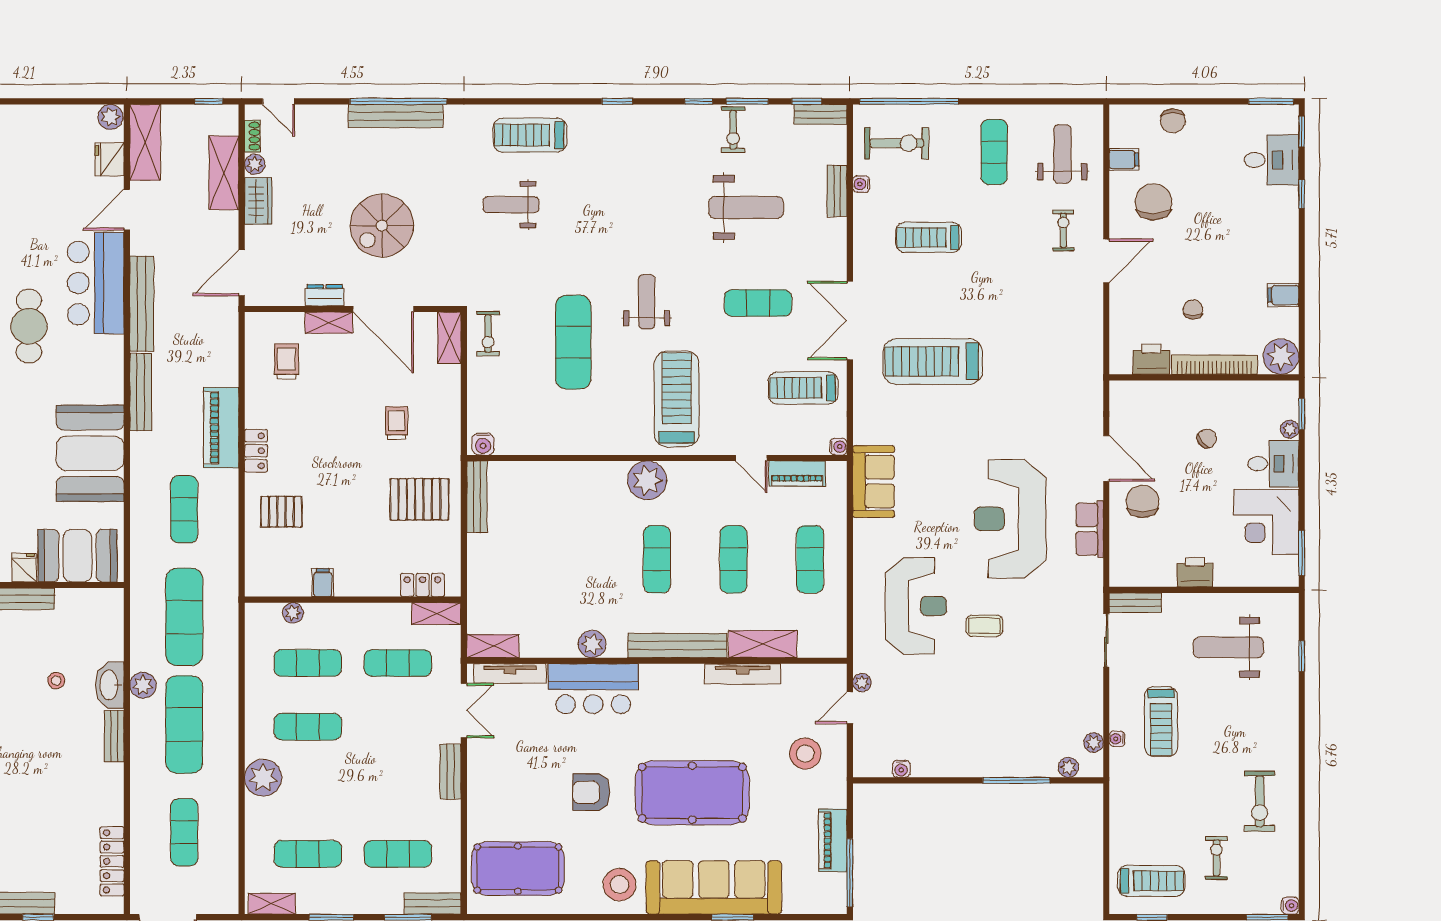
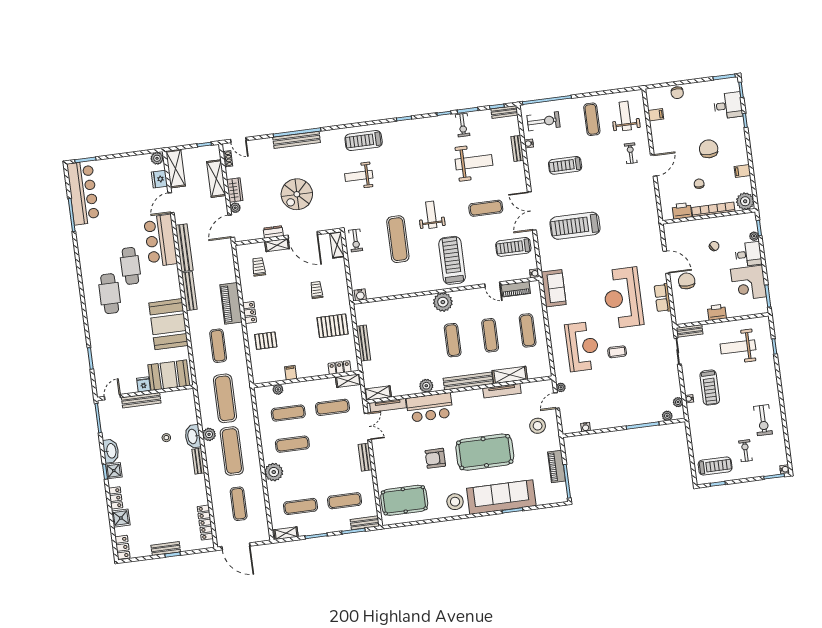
plant: (255, 164) -> (235, 208), moved
chair: (1154, 202) -> (709, 149), moved
bench: (477, 497) -> (363, 343), moved

